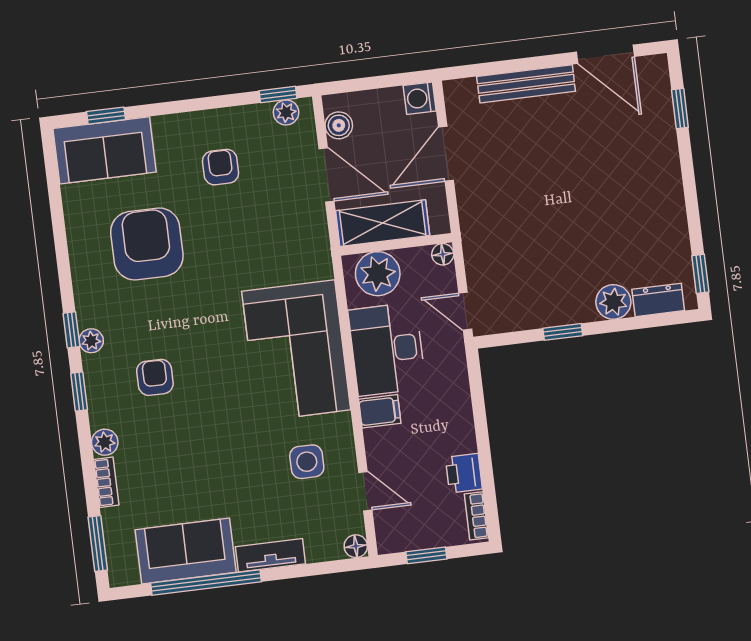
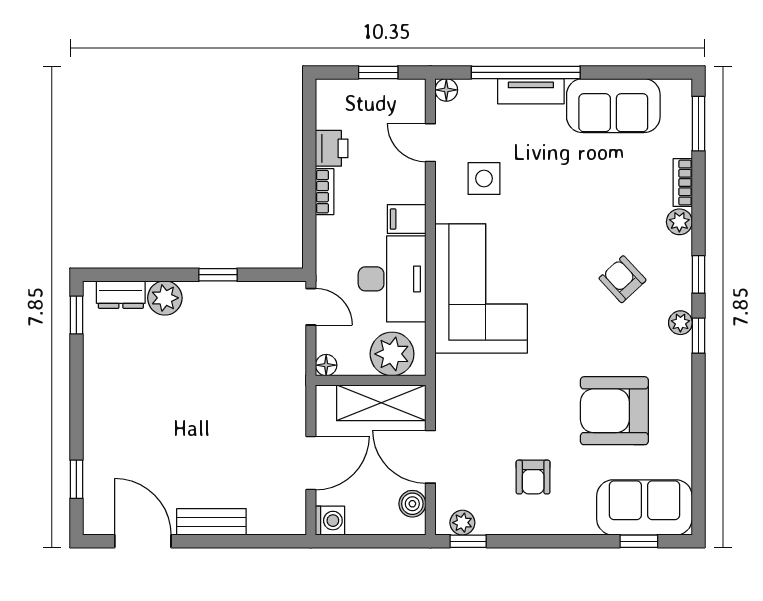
bench: (526, 84) -> (211, 522), width x0.73
armchair: (147, 244) -> (614, 411), turned 90
armchair: (155, 377) -> (623, 279), turned 137
bookcase: (476, 516) -> (325, 192), moved
window: (206, 582) -> (526, 72), moved

